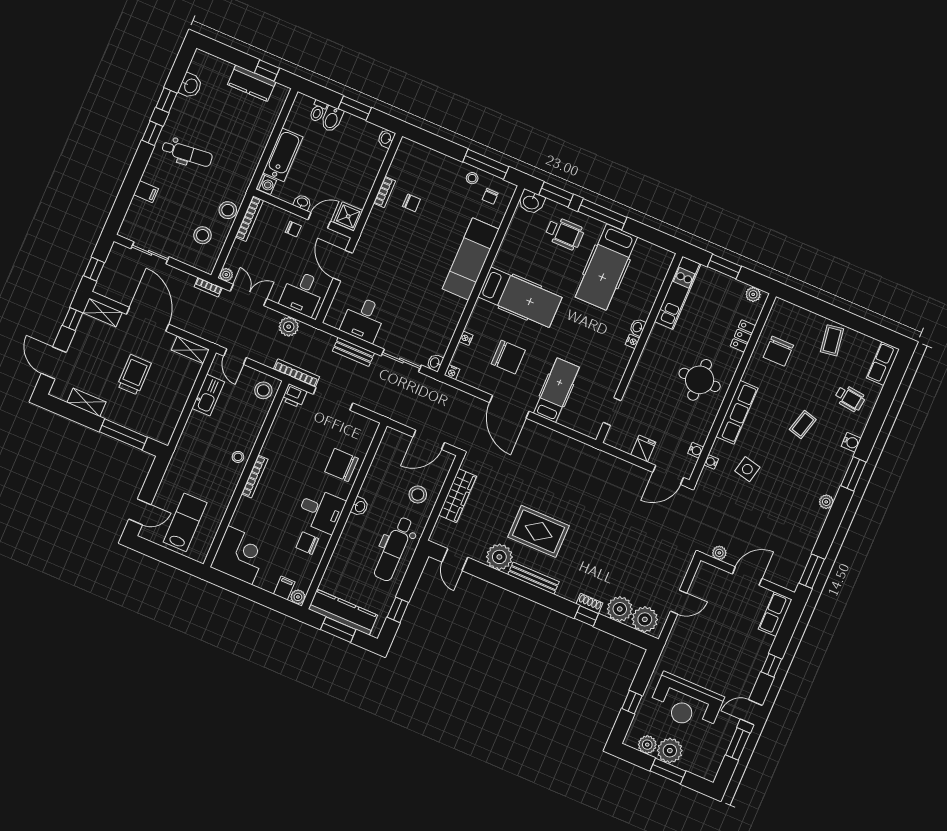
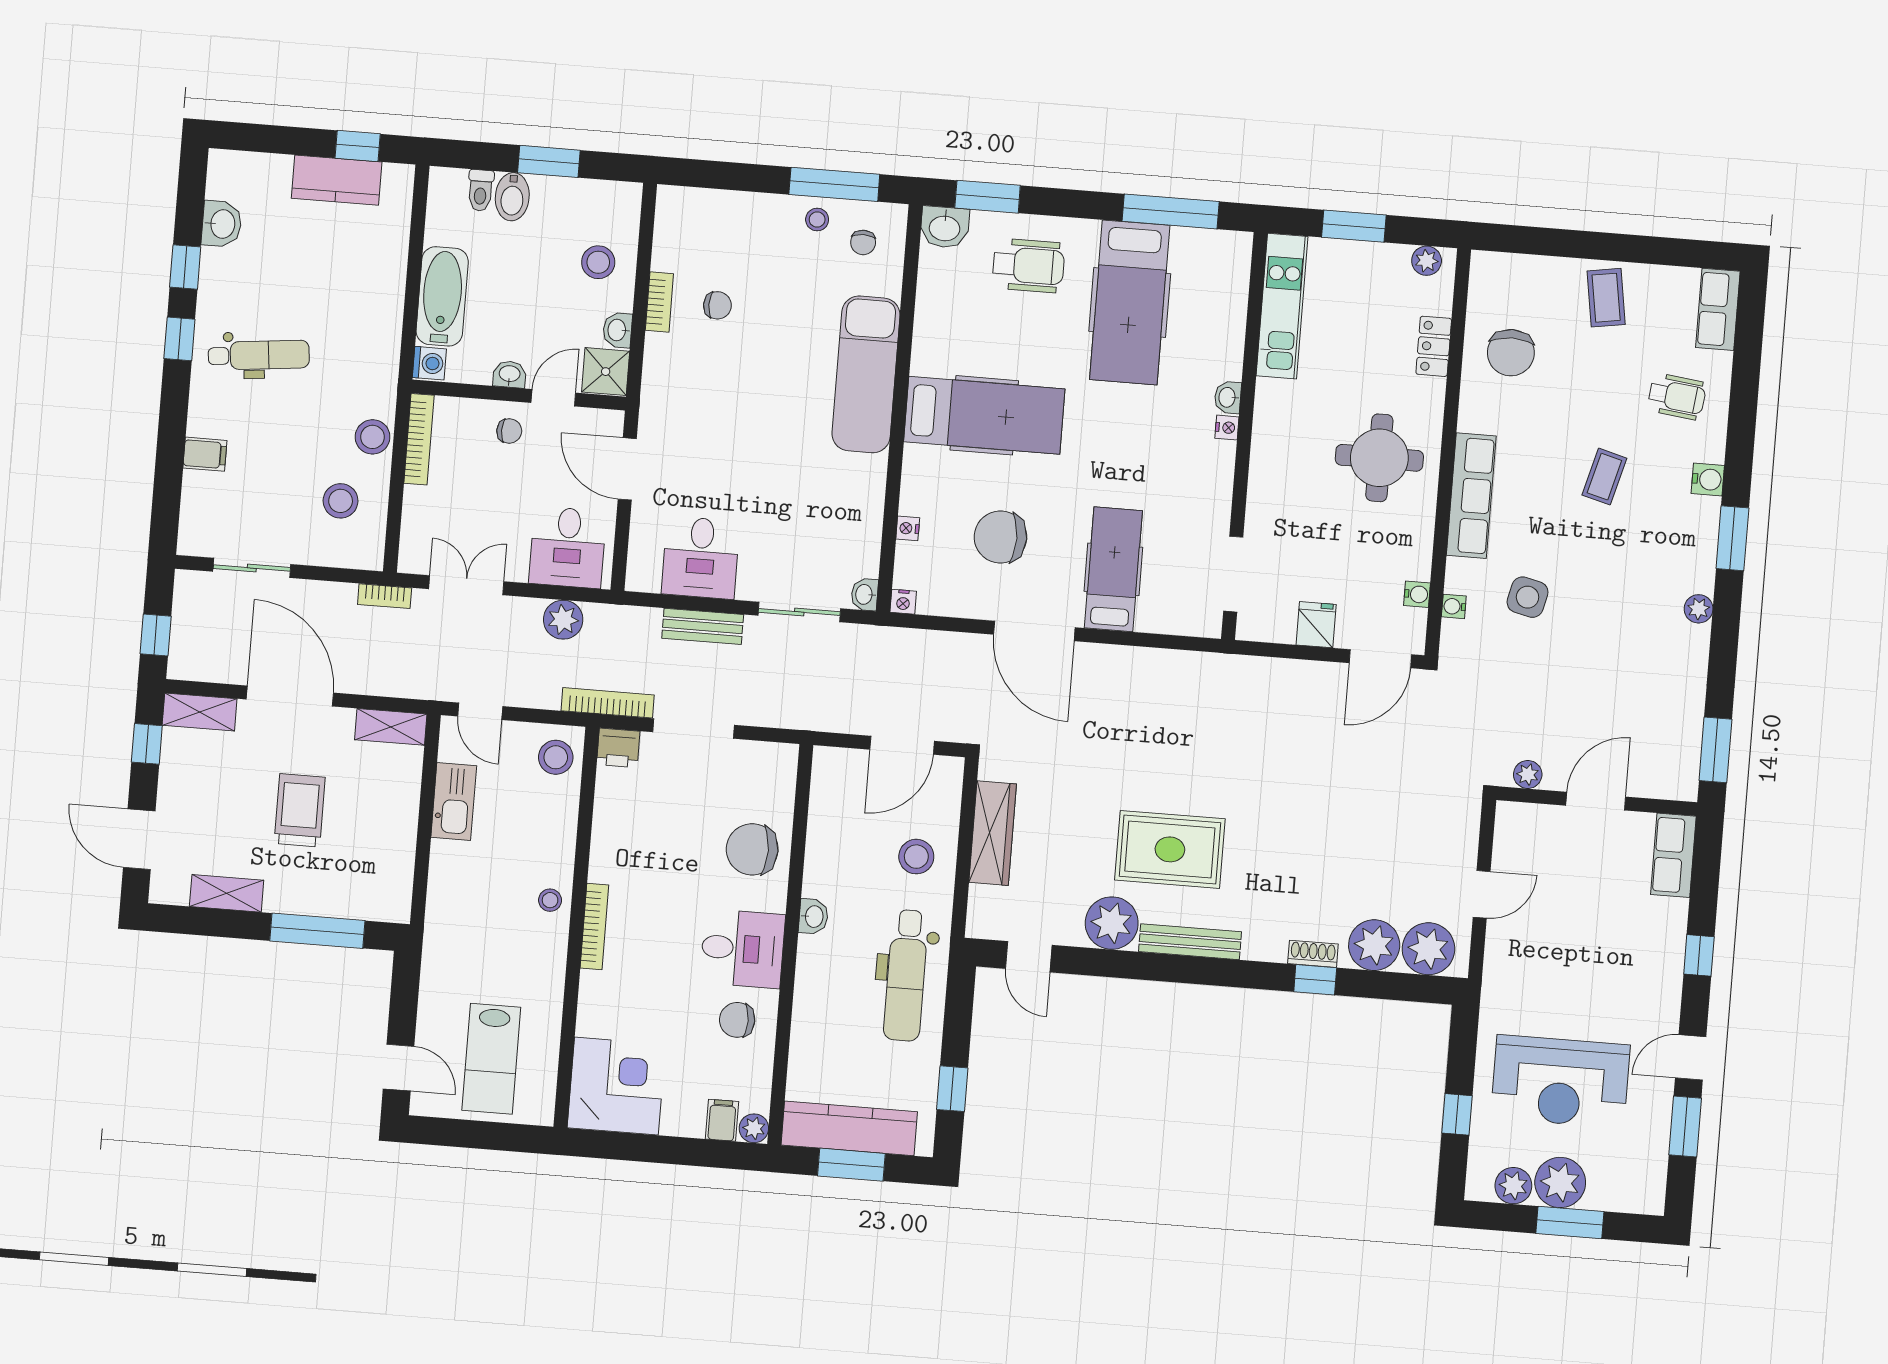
washbasin: (386, 138) -> (618, 330), moved
stool: (362, 164) -> (598, 262), added
window: (602, 214) -> (1171, 211), moved
plant: (226, 275) -> (411, 561), removed
chair: (508, 357) -> (1000, 537), turned 180
doorway: (612, 412) -> (1233, 574), width x1.38
door: (140, 512) -> (399, 1068), hinge flipped
lab bench: (185, 522) -> (491, 1059), turned 180

